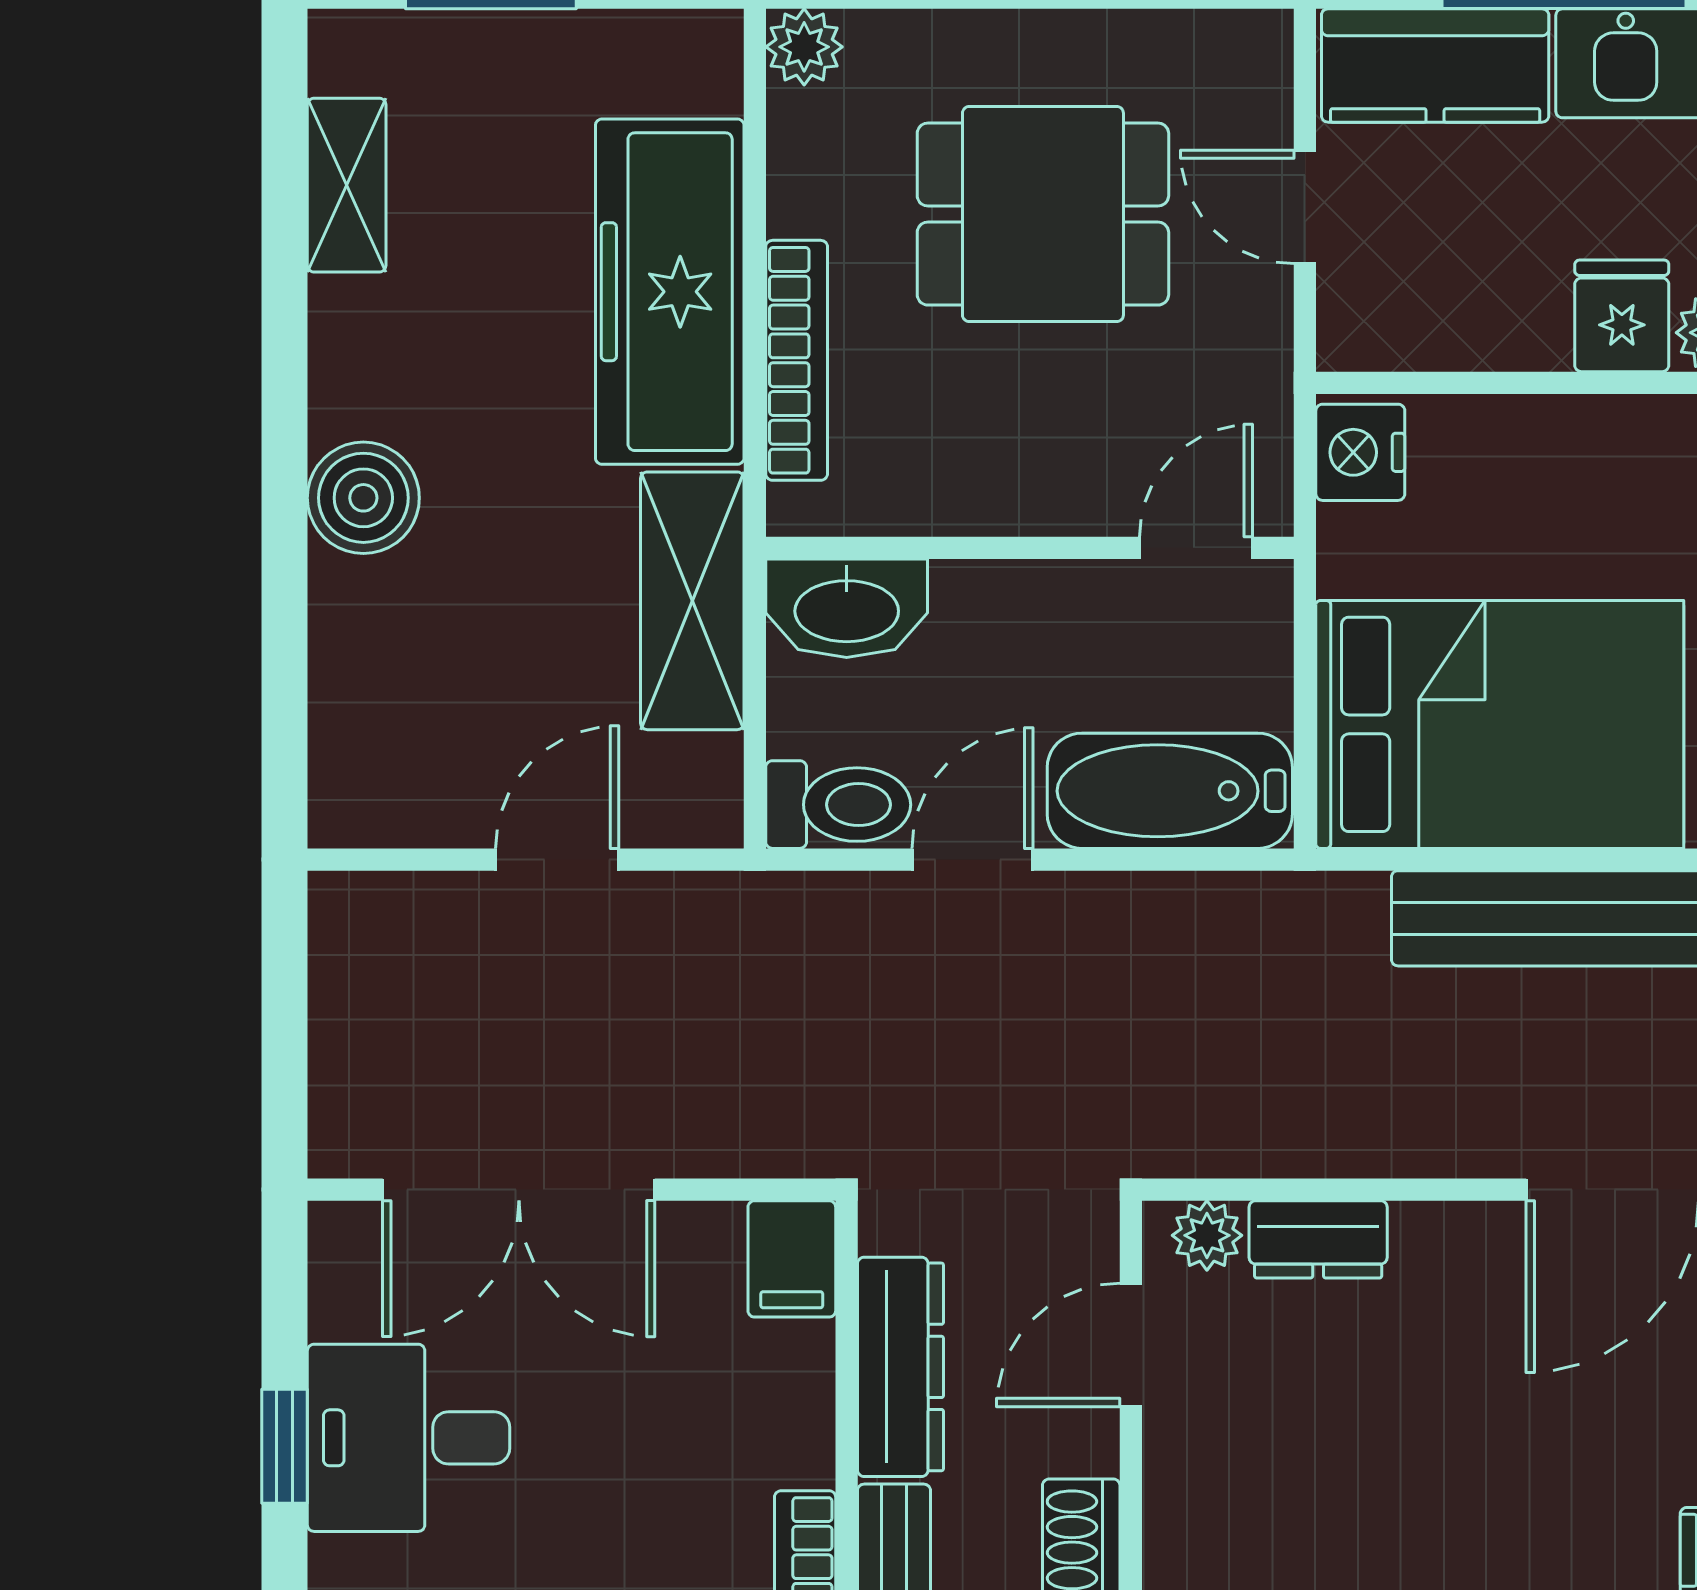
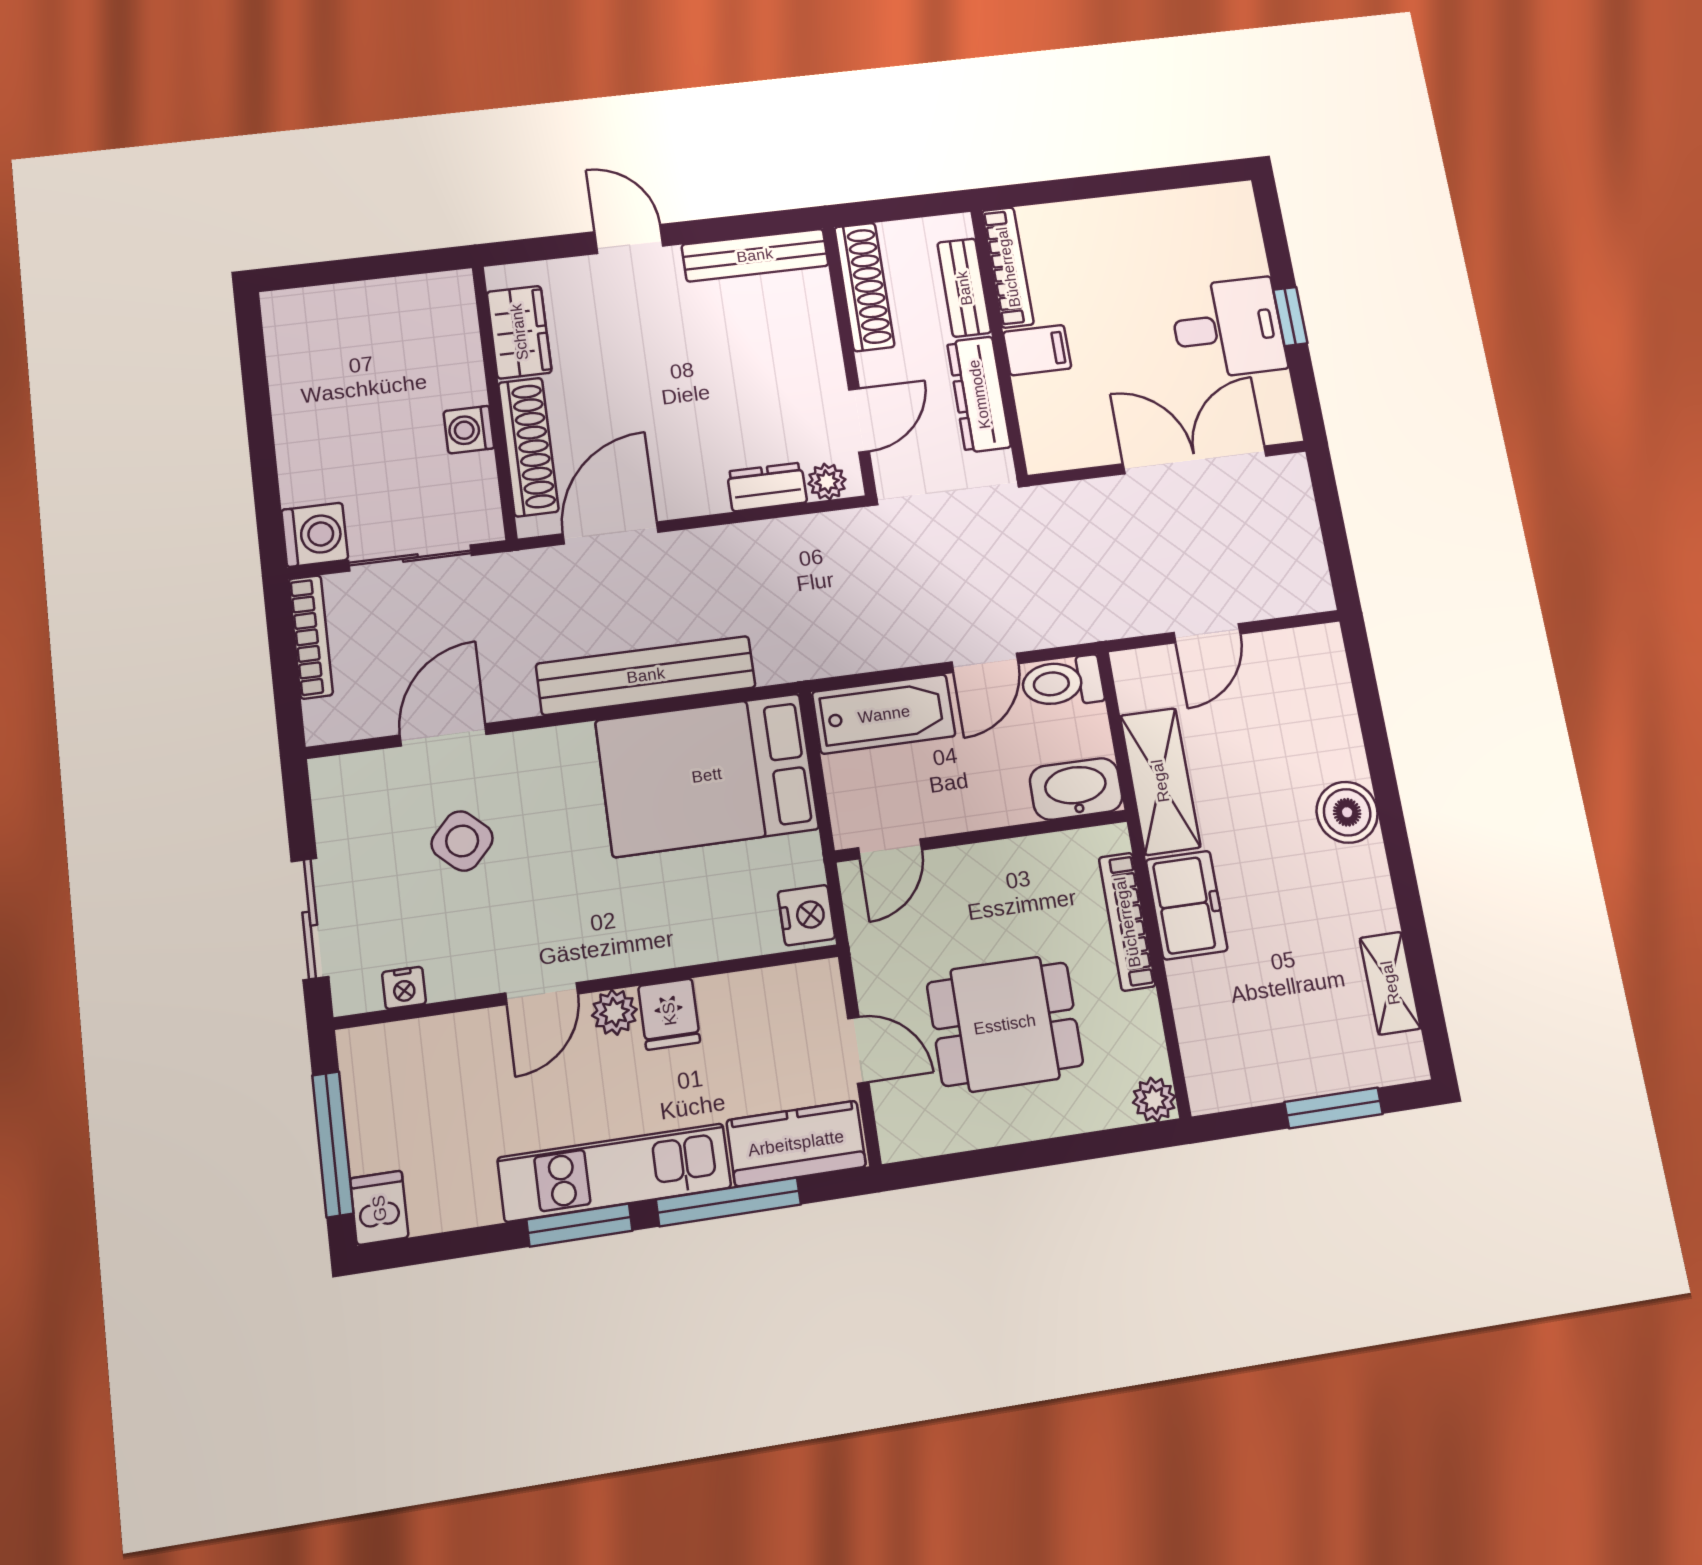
freezer: (670, 292) -> (1187, 905), width x0.52, depth x0.79
filing cabinet: (792, 1259) -> (1037, 350), moved, turned 90

